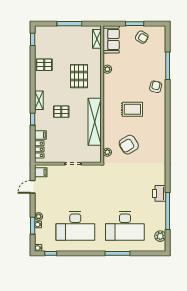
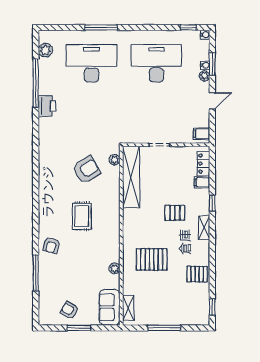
pallet: (79, 76) -> (152, 259), turned 90
rug: (132, 109) -> (82, 216), turned 90
shelving: (95, 122) -> (131, 177), moved
door: (33, 187) -> (212, 101), moved

